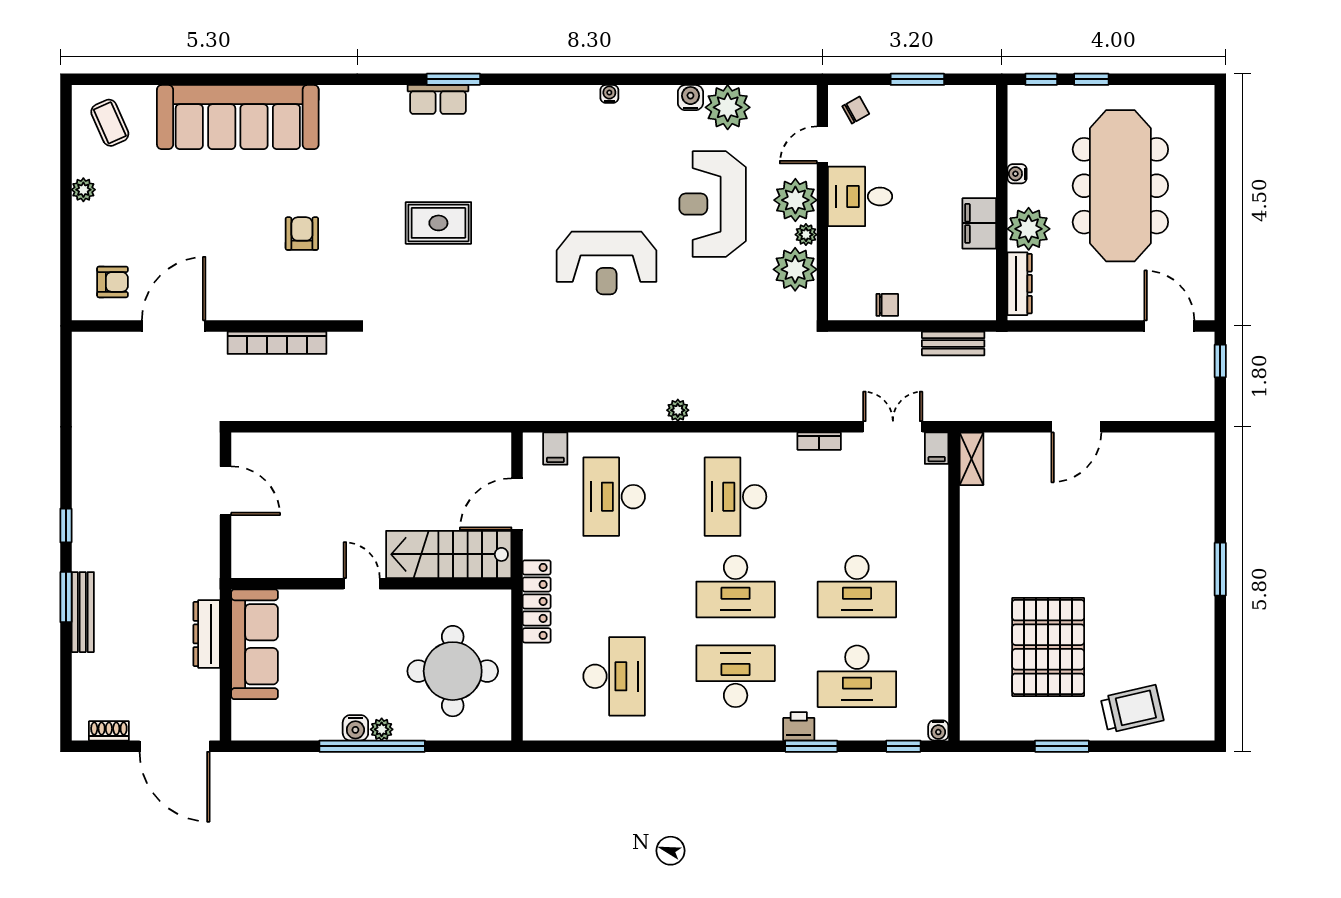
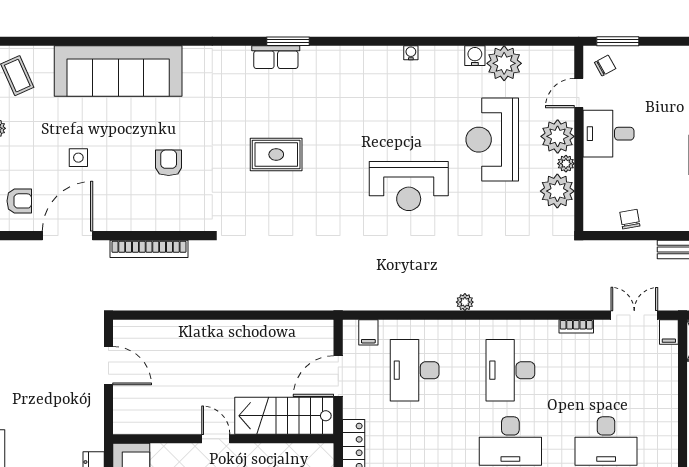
window: (917, 79) -> (618, 41), moved
side table: (187, 227) -> (78, 158), added
chair: (887, 305) -> (630, 219), turned -100

